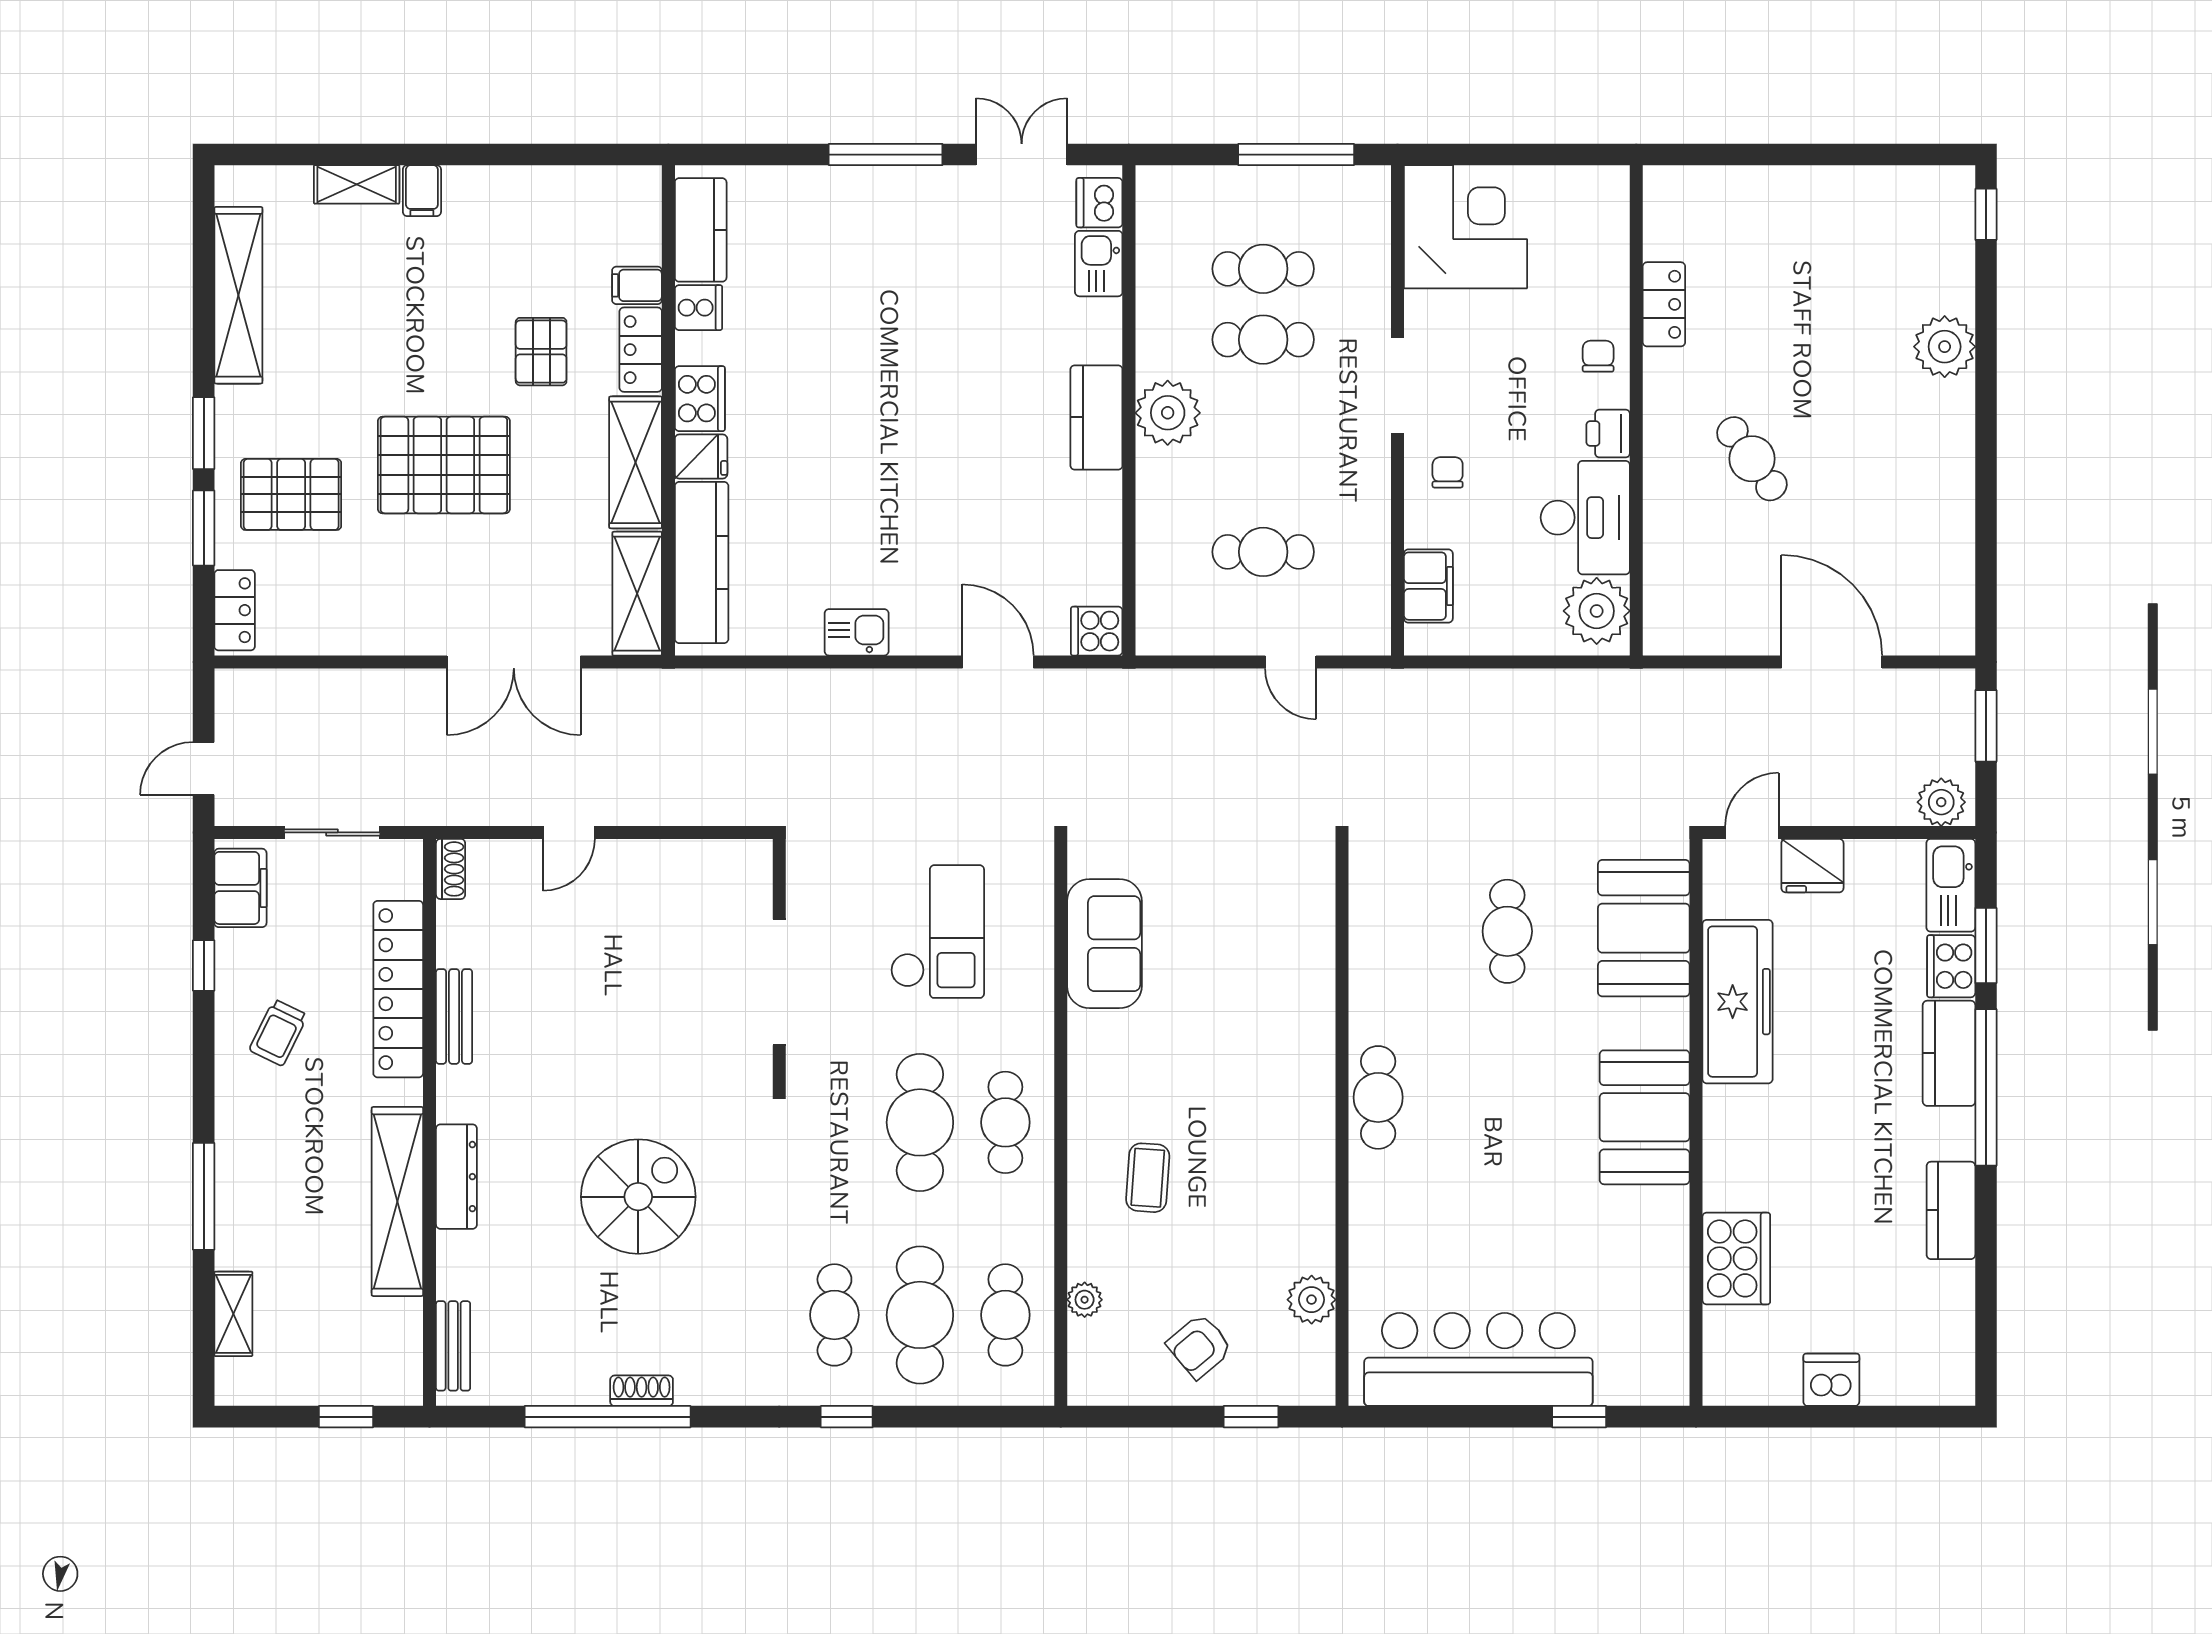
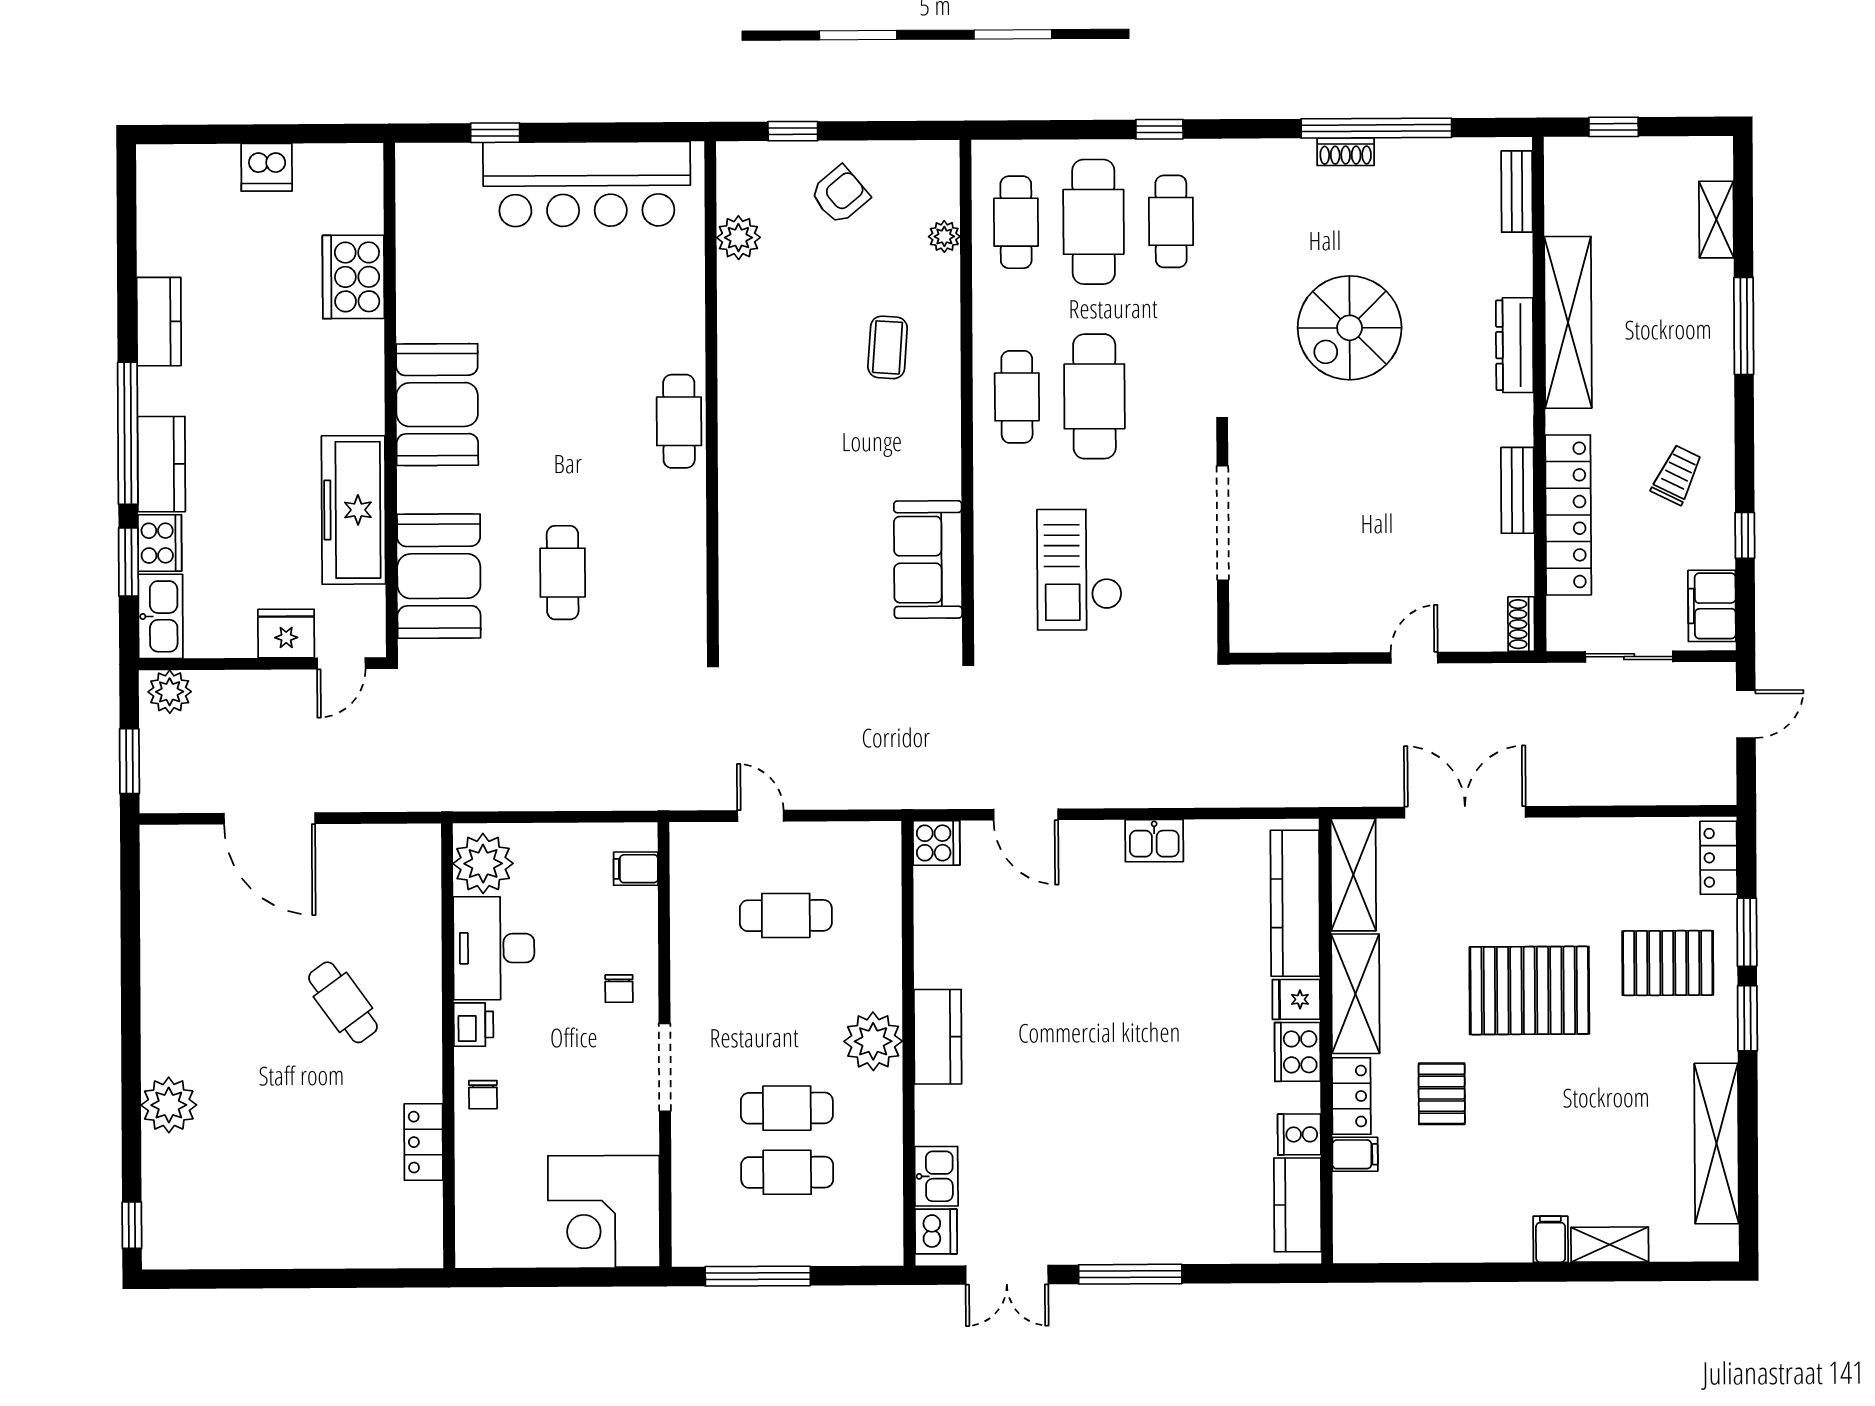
filing cabinet: (1428, 586) -> (636, 869), width x0.50

